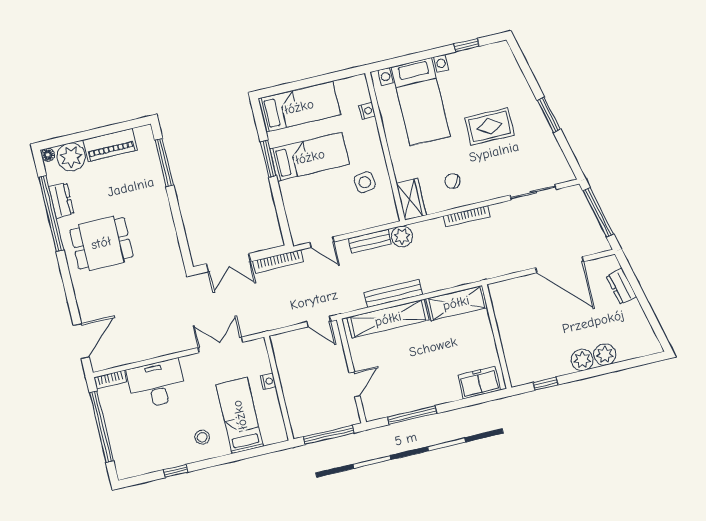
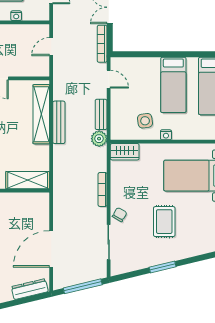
nightstand: (367, 111) -> (166, 135), moved
window: (268, 159) -> (179, 54), removed
chair: (452, 181) -> (120, 215), moved
door: (322, 242) -> (109, 79), swing flipped
dresser: (621, 286) -> (30, 289), width x1.44
shelving: (456, 303) -> (28, 180), moved, turned 90
door: (319, 322) -> (51, 47), moved

